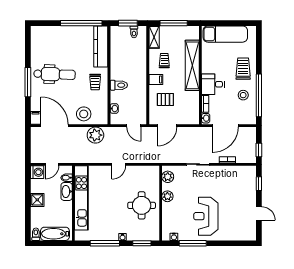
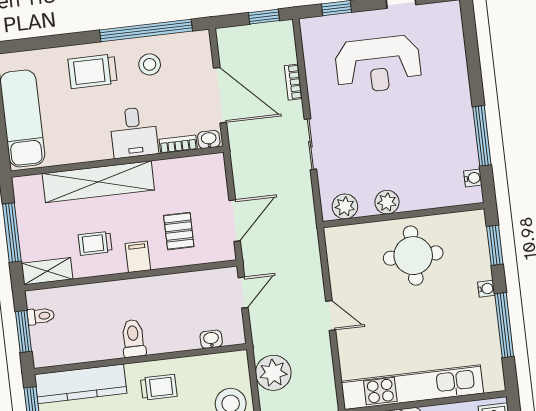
toilet: (119, 85) -> (133, 338), moved
door: (167, 126) -> (235, 221), hinge flipped
reception desk: (206, 216) -> (378, 65), moved

